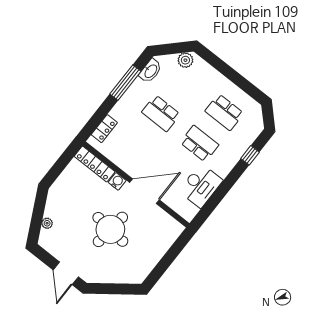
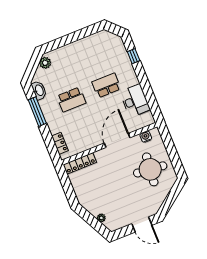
school desk: (224, 112) -> (95, 57), removed
water cooler: (117, 181) -> (146, 137), moved
round table: (110, 229) -> (150, 169), moved

